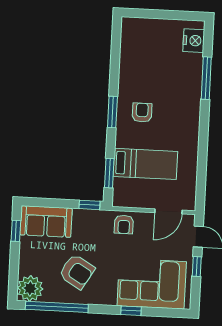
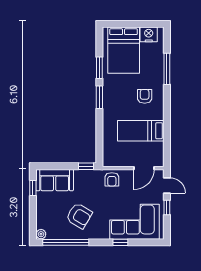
nightstand: (194, 41) -> (149, 34), moved, turned -90
bed: (149, 50) -> (124, 50), added
armchair: (142, 113) -> (145, 96), moved
bed: (145, 164) -> (141, 131), moved, turned 180
window: (109, 173) -> (99, 68), moved
plant: (30, 288) -> (41, 234), width x0.53, depth x0.53

